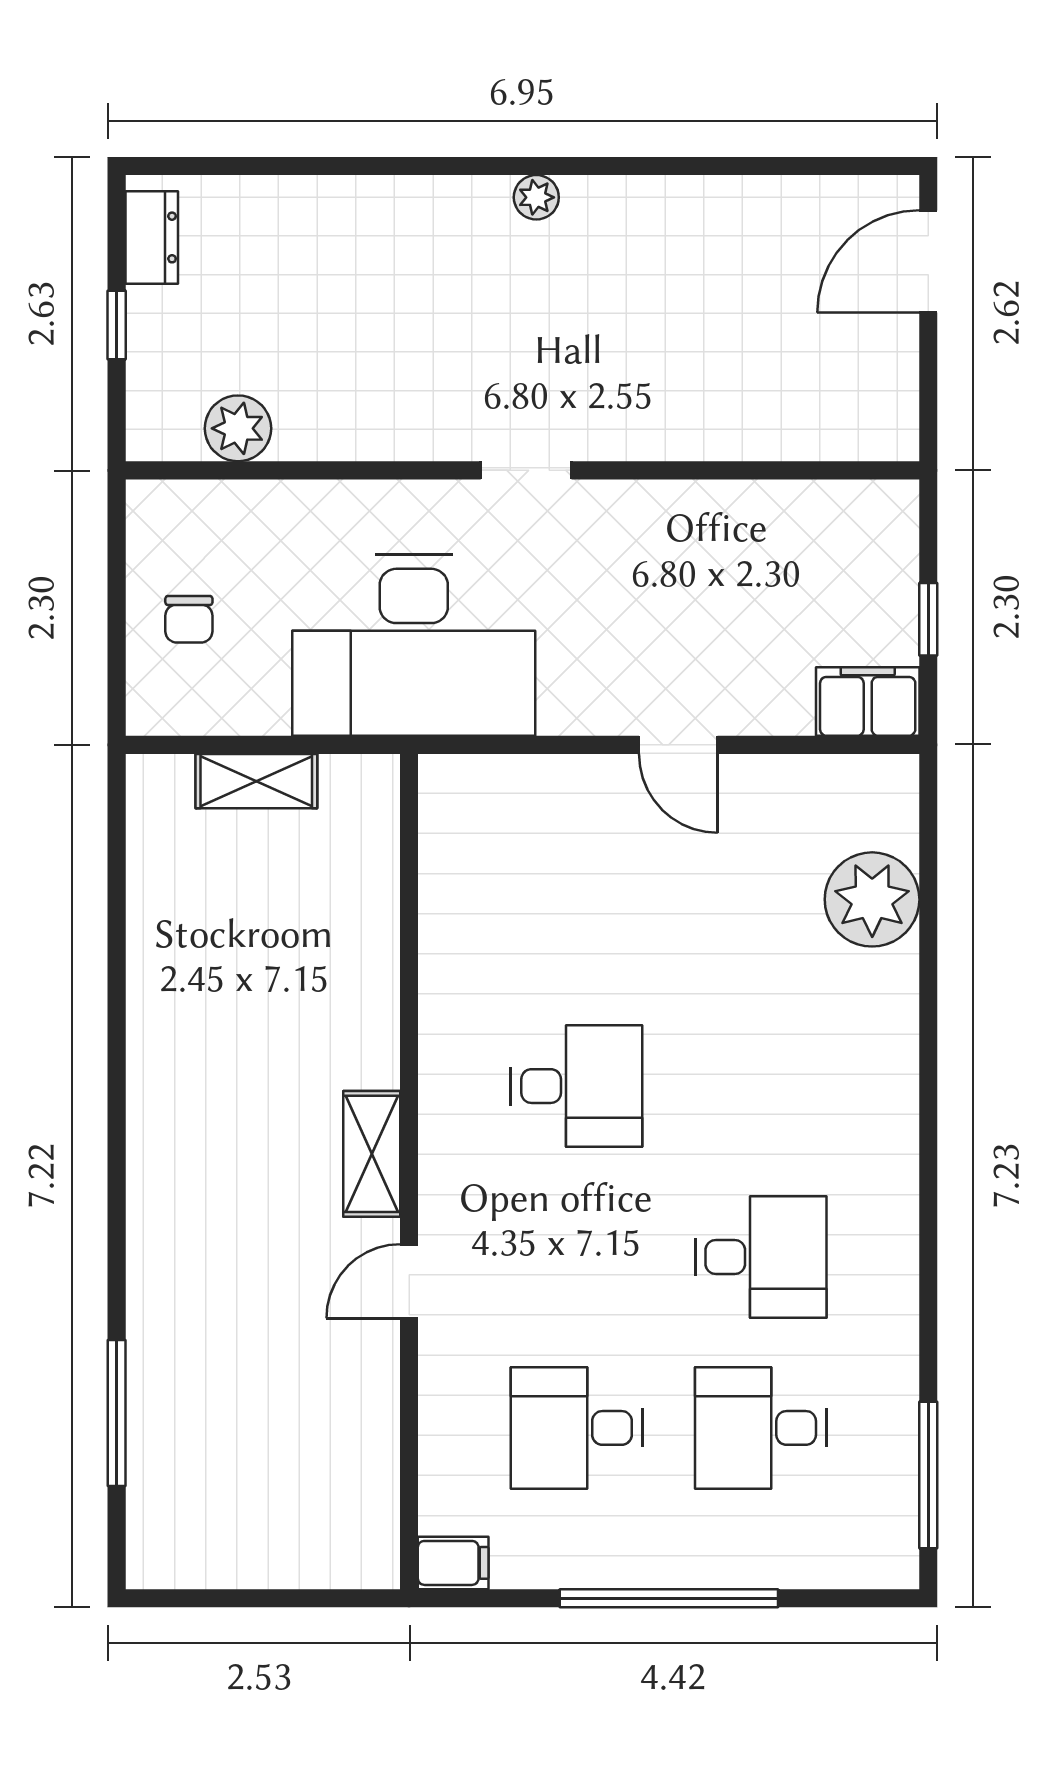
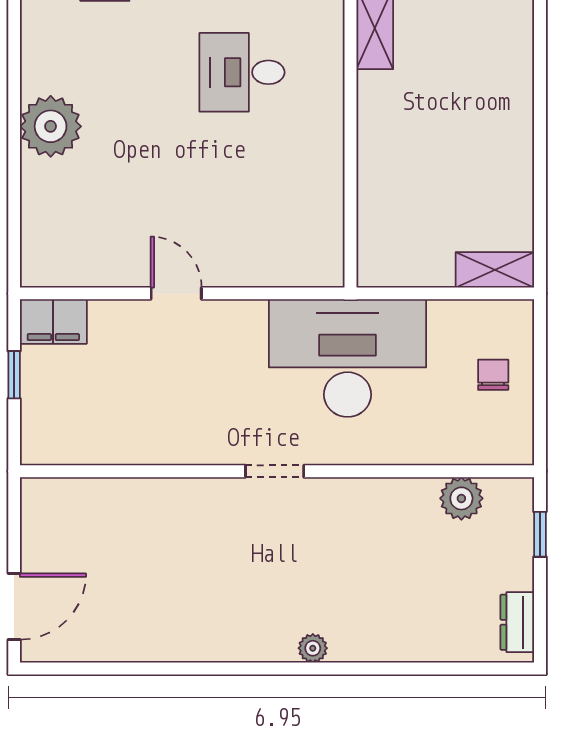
plant: (536, 197) -> (313, 648), moved
window: (117, 325) -> (540, 534), moved
shelving: (256, 781) -> (495, 270), moved
plant: (872, 899) -> (51, 126), moved

